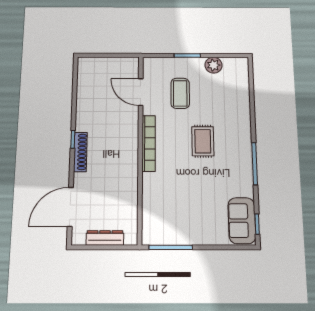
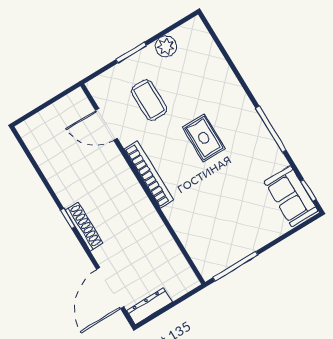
dresser: (105, 238) -> (149, 306), moved

